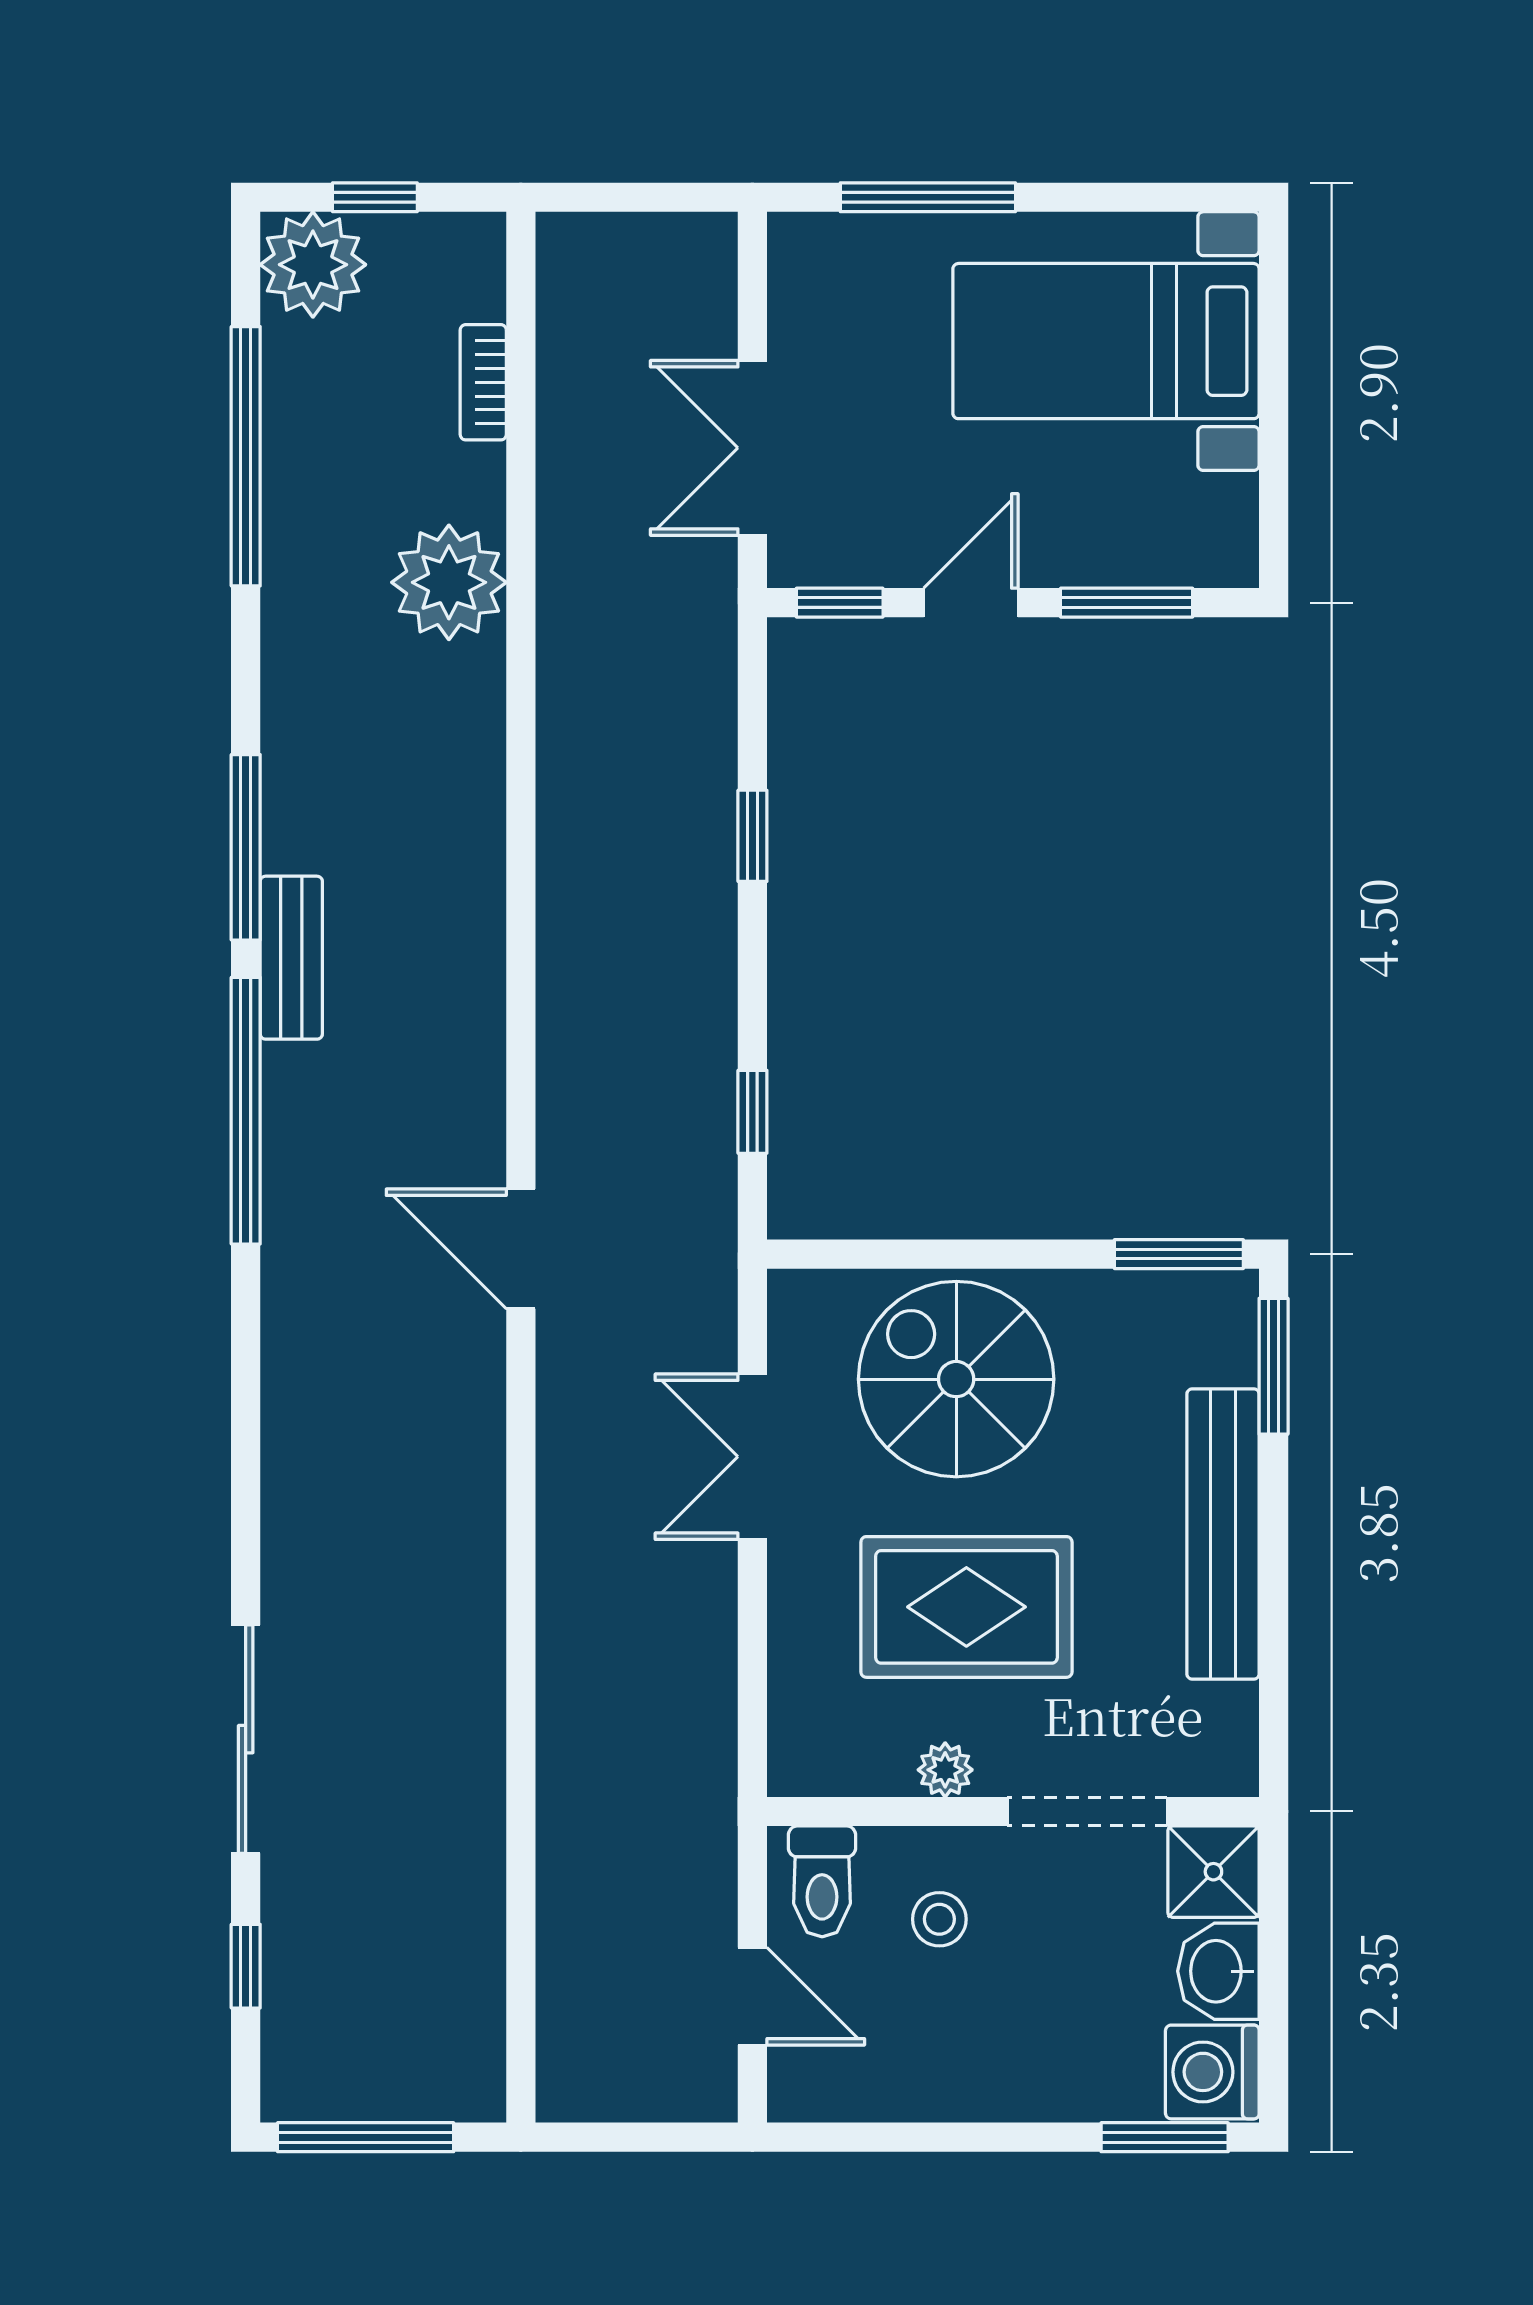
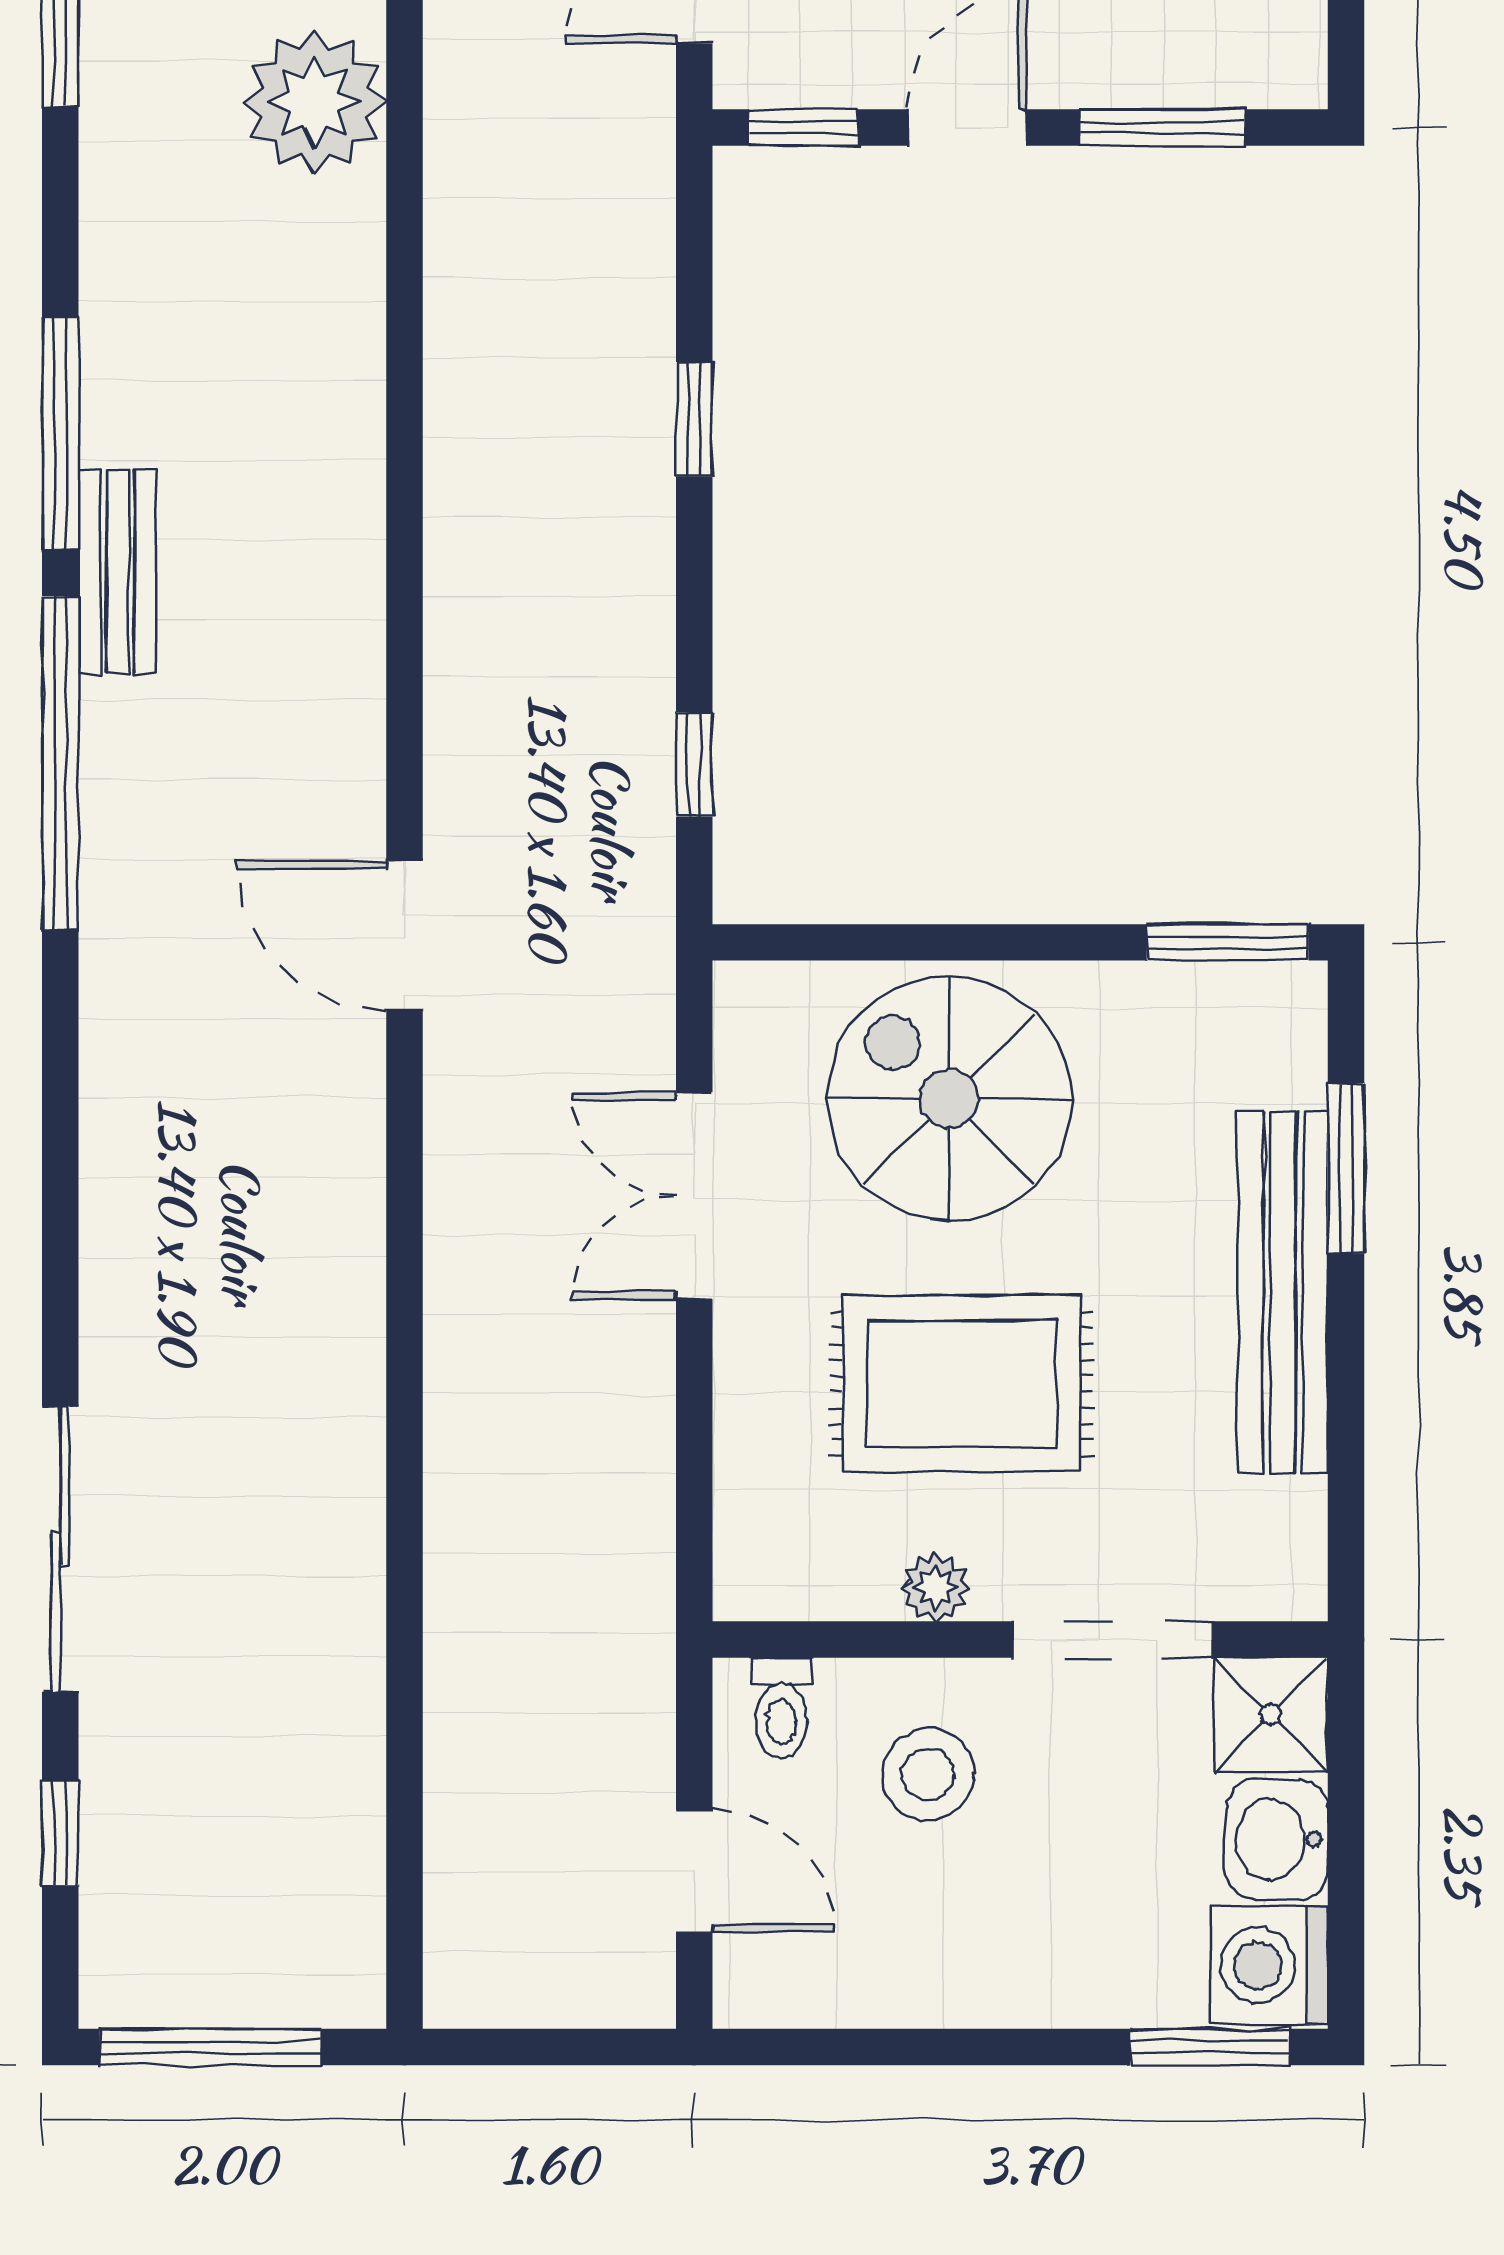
window: (1274, 1366) -> (1346, 1168), moved
toilet: (822, 1881) -> (781, 1708), width x0.73, depth x0.72
stool: (939, 1919) -> (928, 1774), width x1.37, depth x1.37

